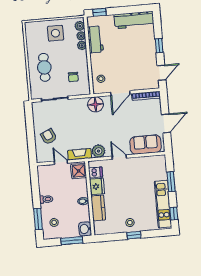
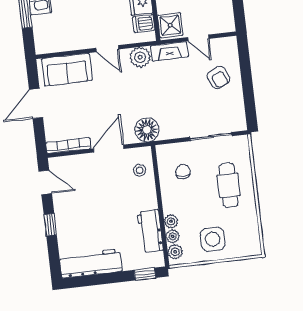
door: (161, 73) -> (45, 182), swing flipped

